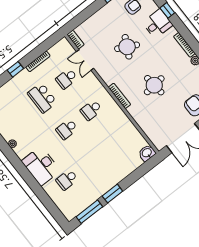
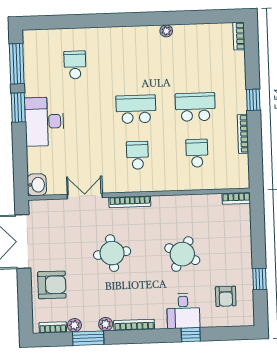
double door: (85, 60) -> (85, 196), moved
school desk: (67, 129) -> (136, 109), width x1.85
desk: (41, 166) -> (44, 122), moved, turned -90

